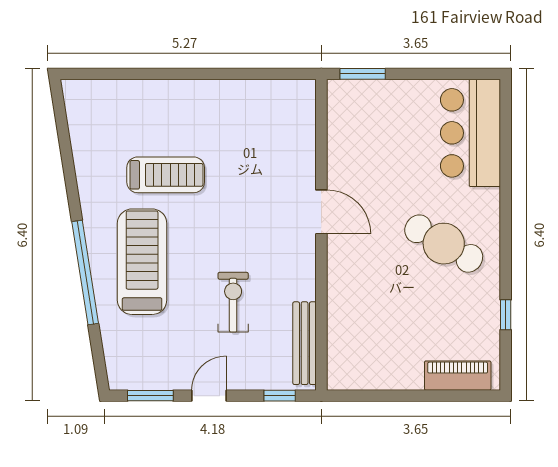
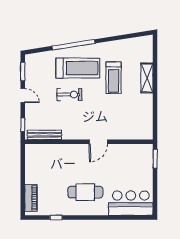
shelving: (166, 94) -> (147, 78), added
cafe table: (444, 244) -> (85, 192), turned 60
exercise bike: (233, 302) -> (69, 95), moved

